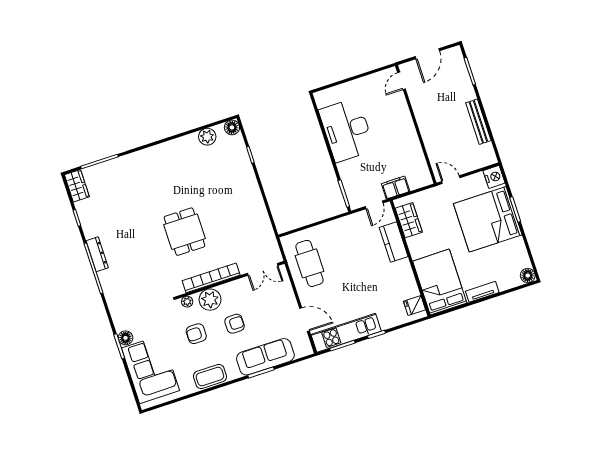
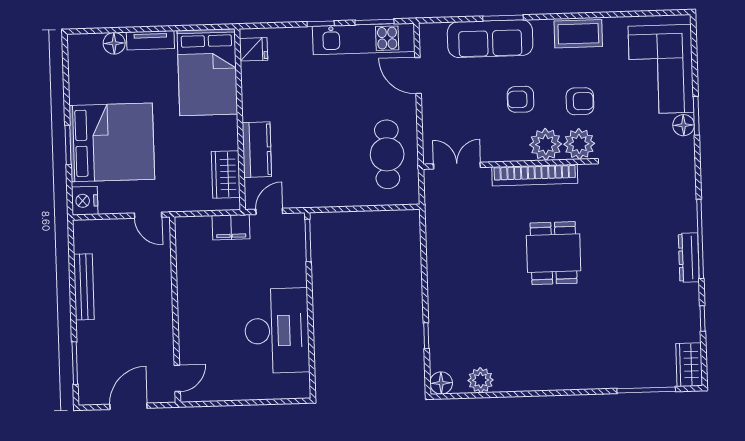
floor lamp: (528, 276) -> (114, 43), moved
plant: (187, 302) -> (579, 144), width x1.87, depth x1.87

